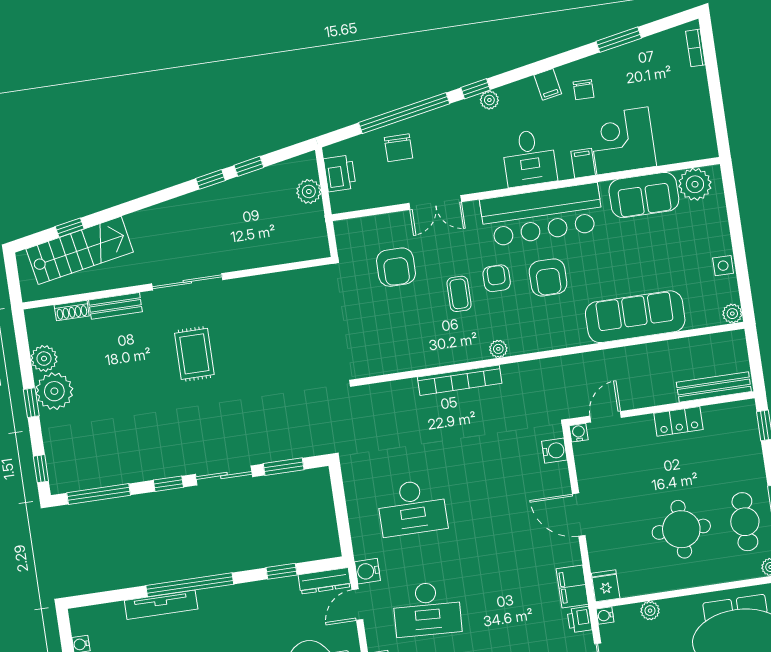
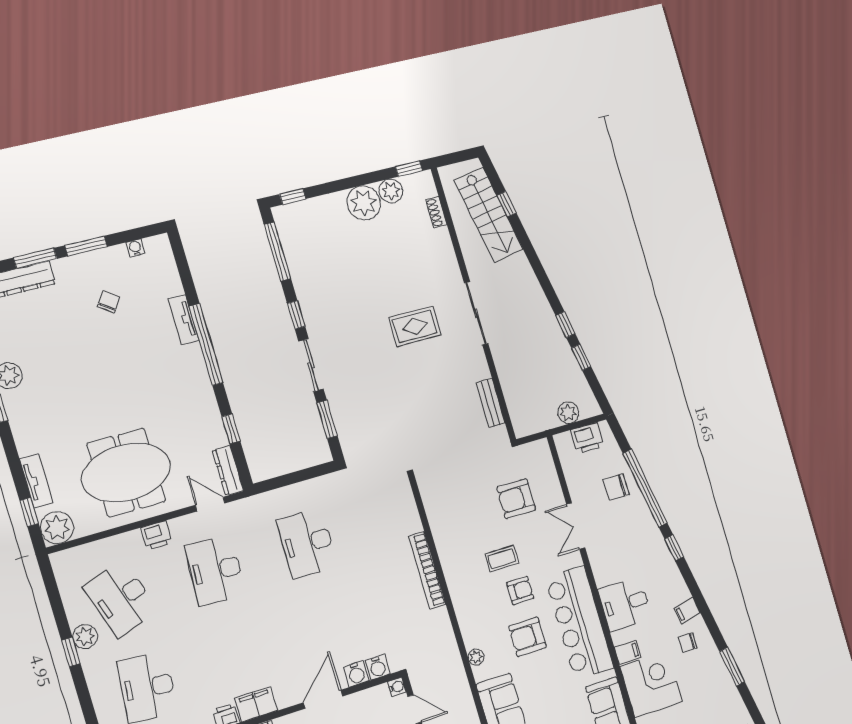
plant: (489, 100) -> (667, 561), removed
bench: (115, 306) -> (491, 403), moved
plant: (498, 349) -> (476, 657), moved
window: (31, 403) -> (409, 169), moved
water cooler: (367, 571) -> (356, 674), moved, turned 180
tv unit: (161, 605) -> (183, 320), width x0.71

